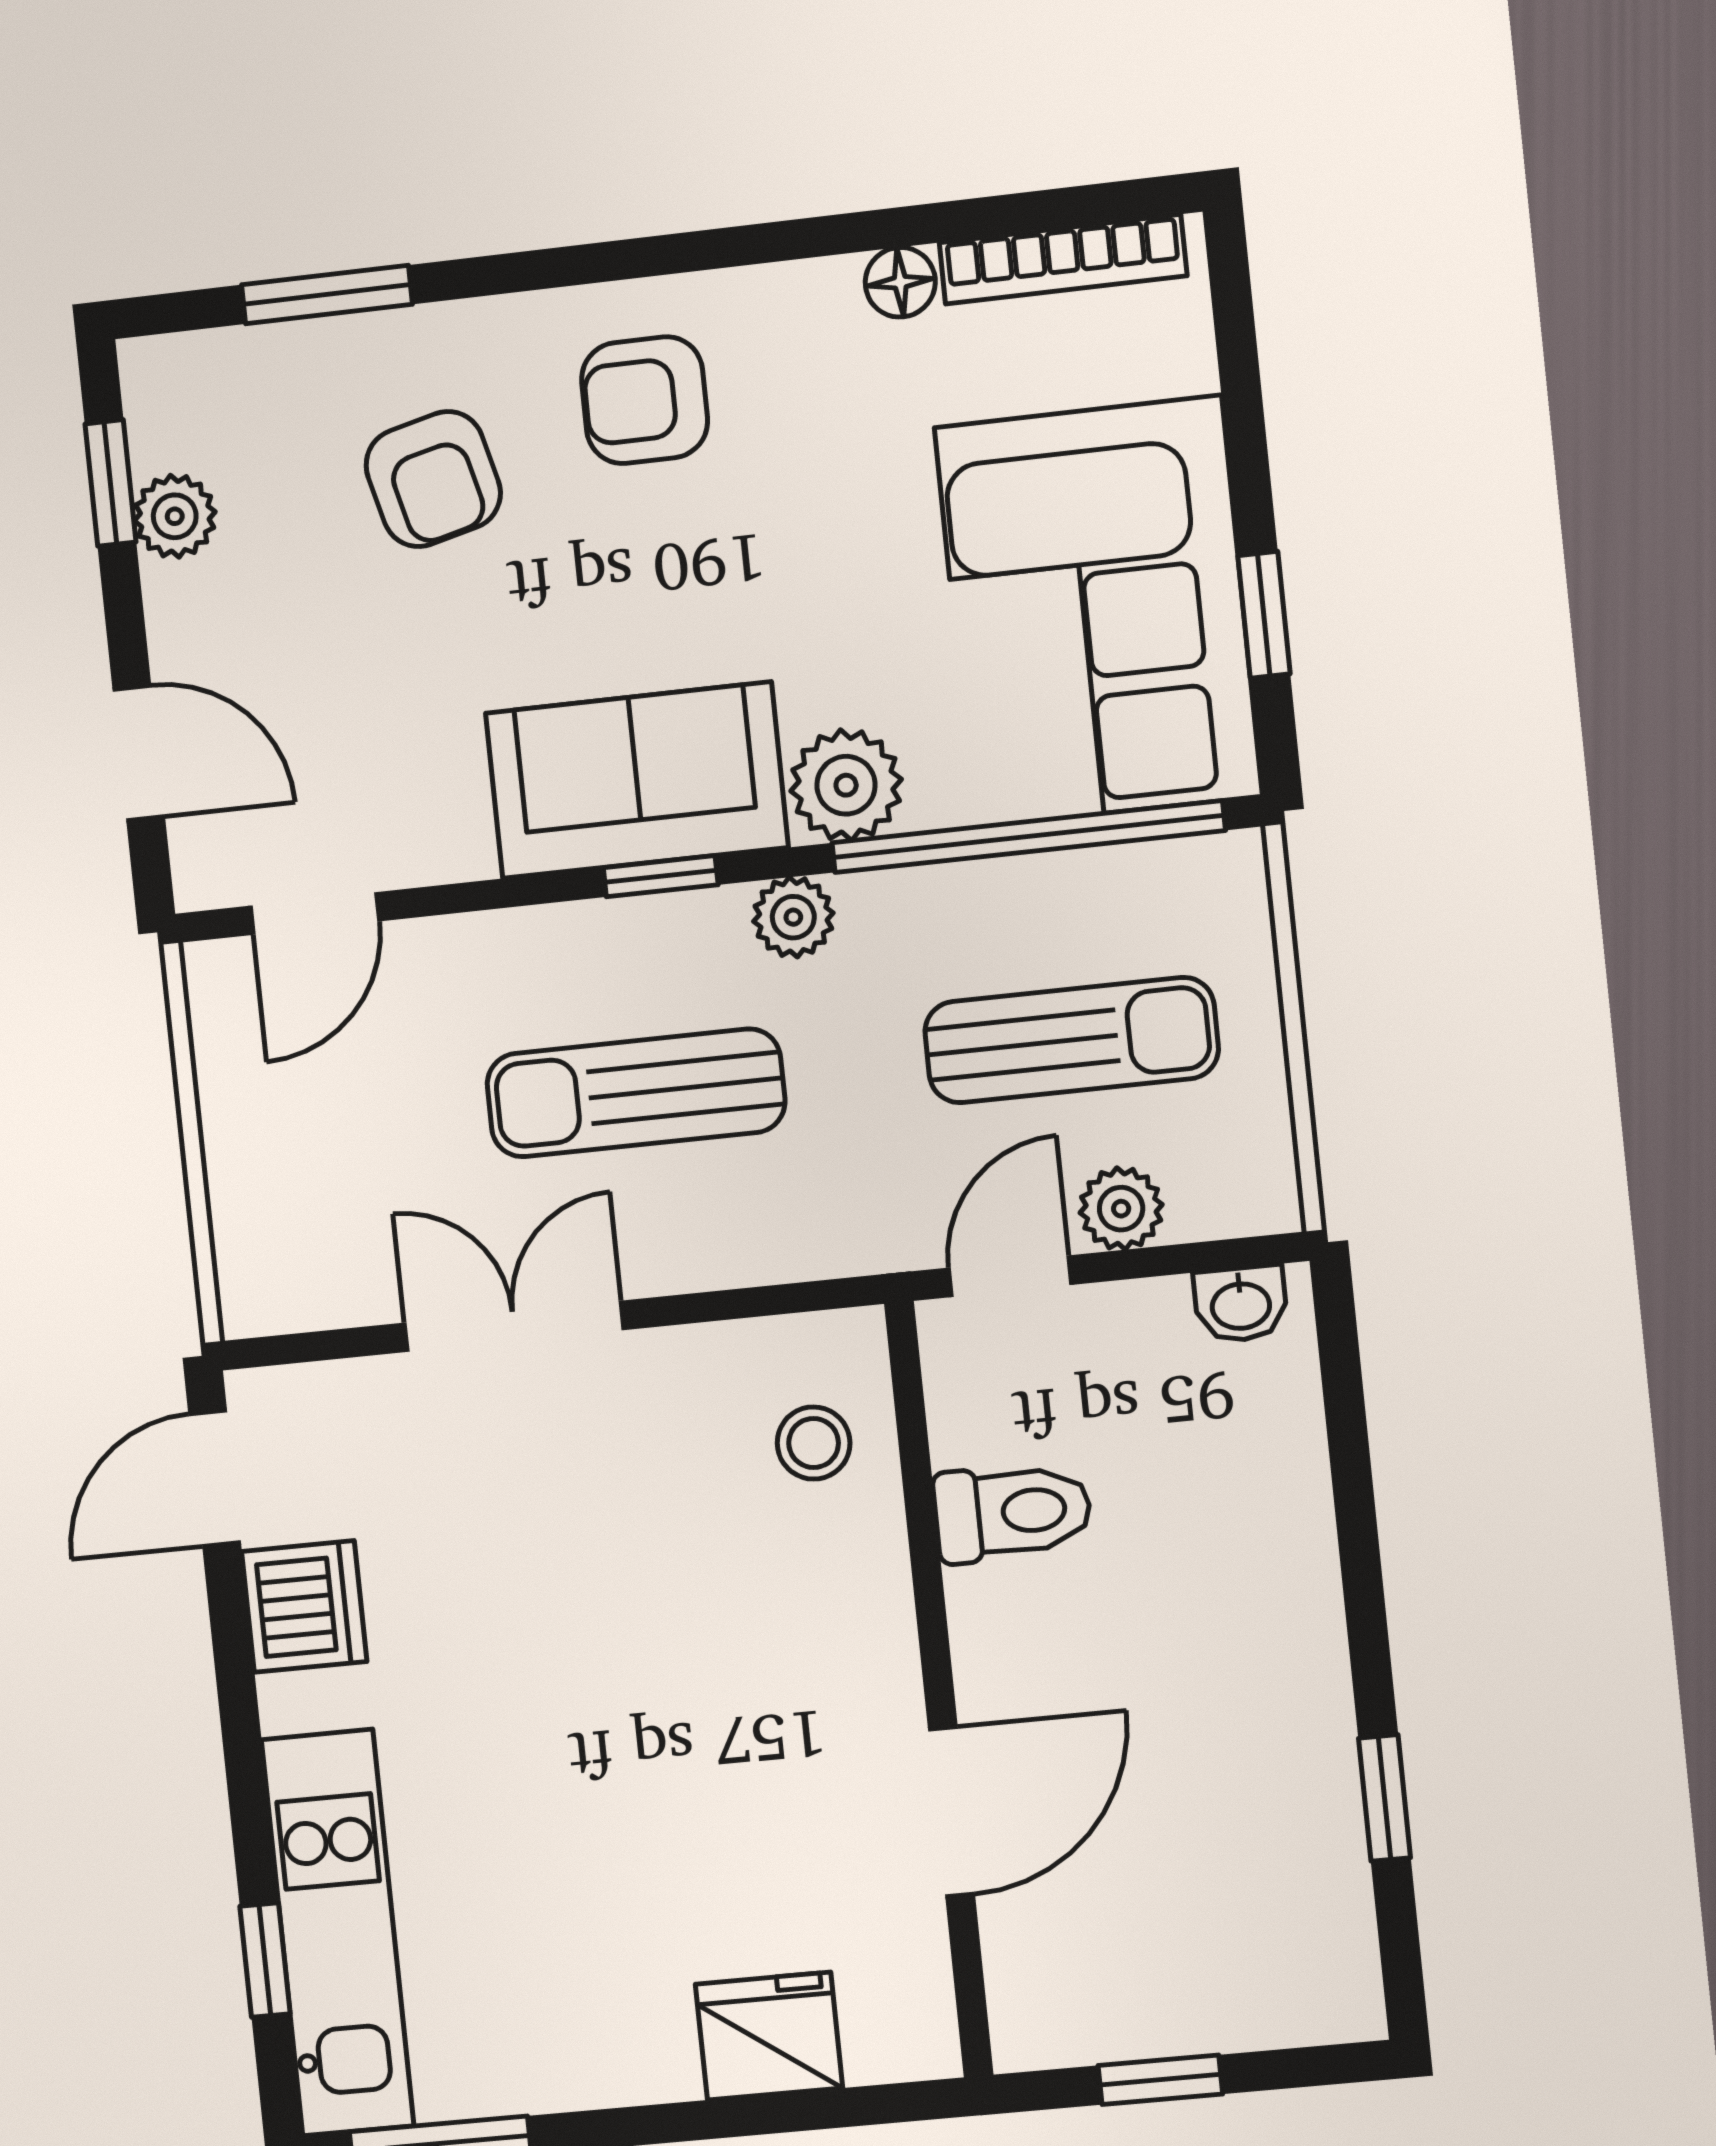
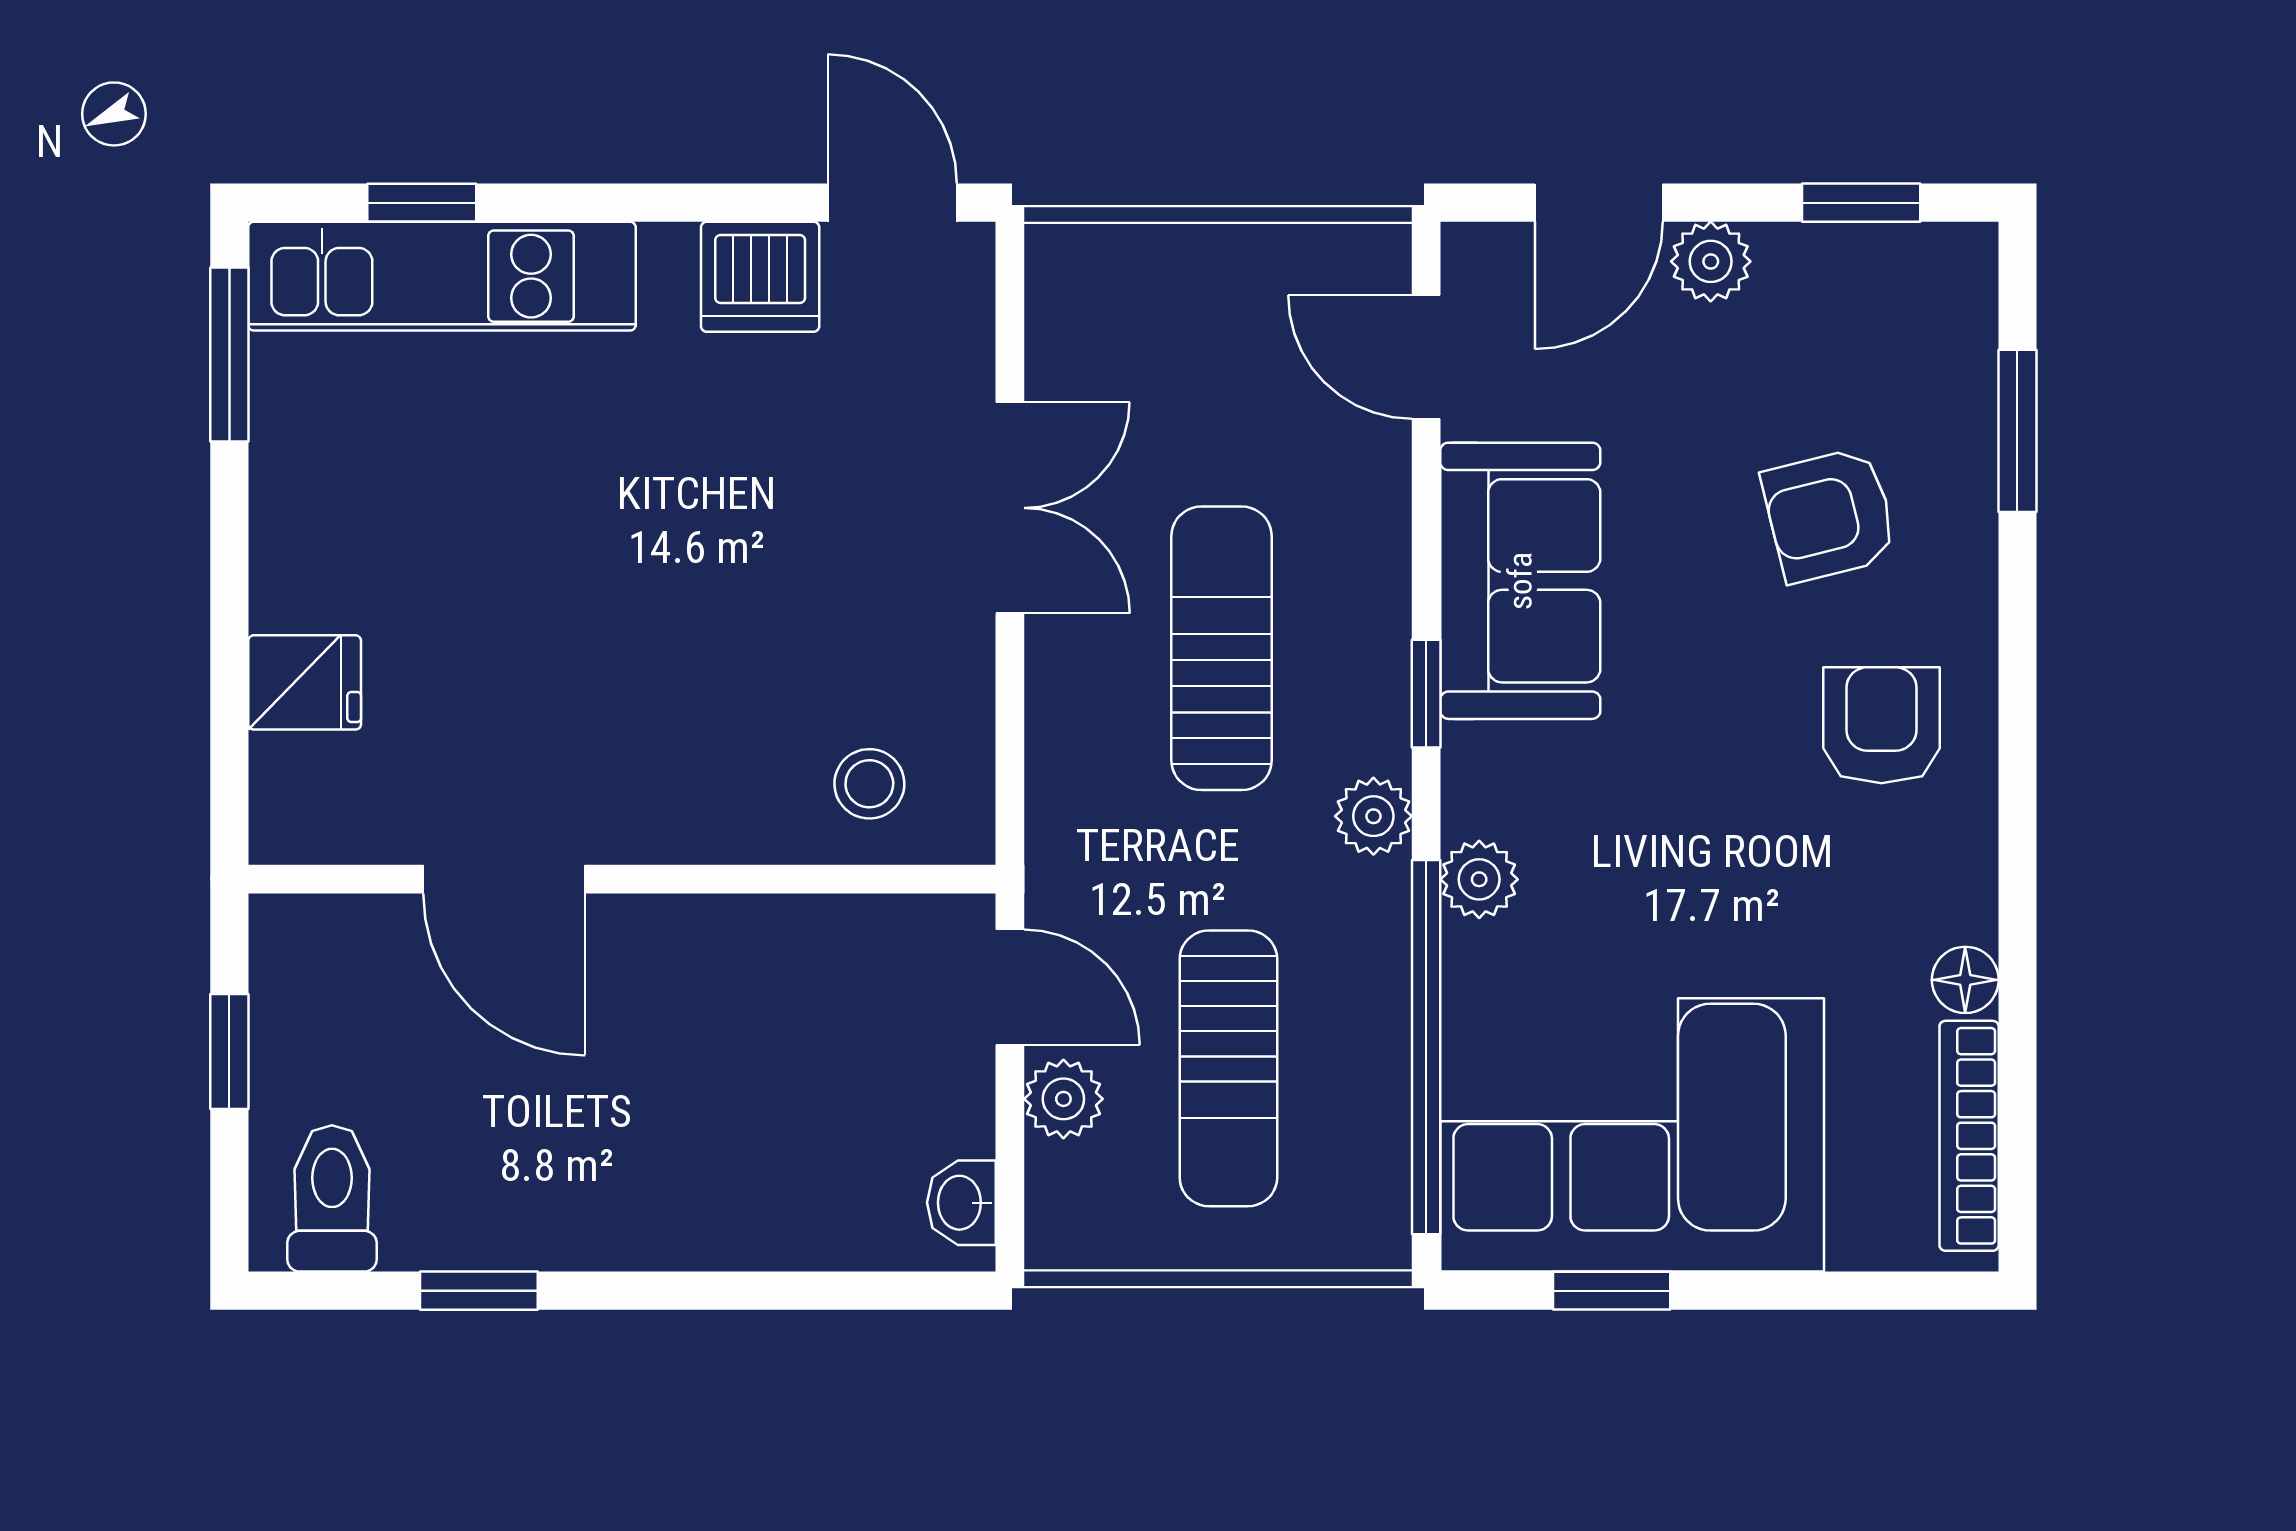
plant: (175, 516) -> (1711, 261), moved
sofa: (637, 780) -> (1520, 581), moved
plant: (846, 785) -> (1479, 879), width x0.73, depth x0.73
toilet: (1013, 1512) -> (332, 1198), moved, turned 180
fridge: (769, 2036) -> (305, 682), width x0.72

